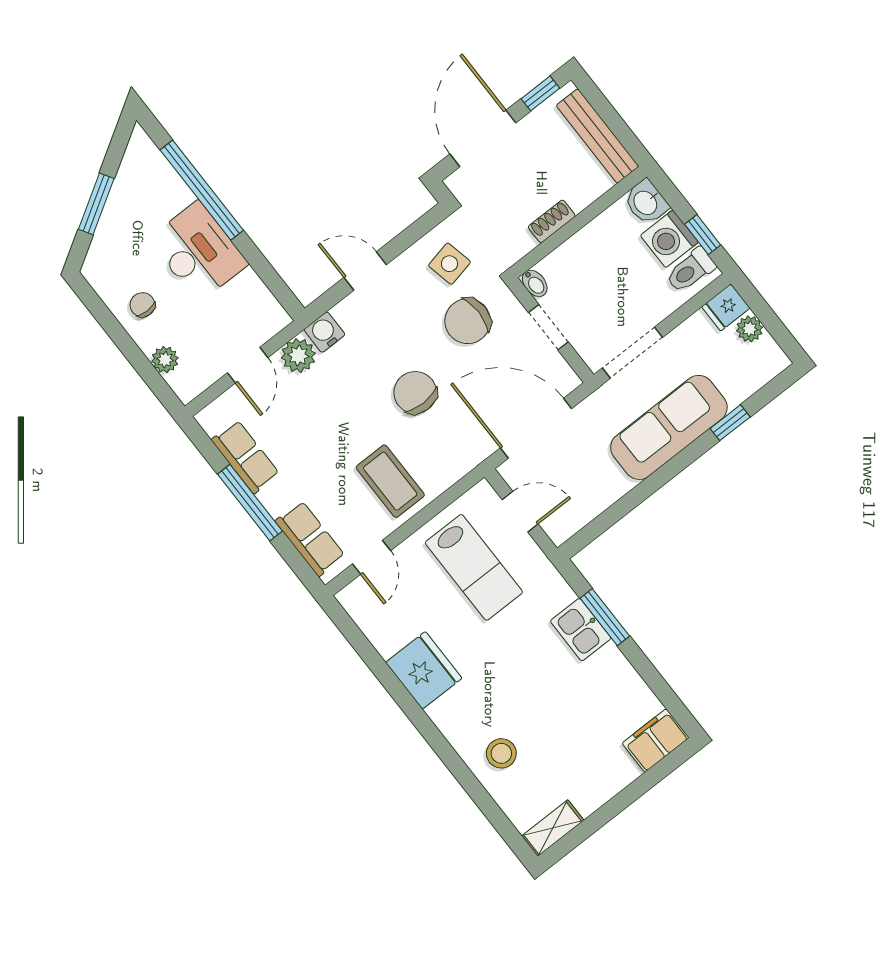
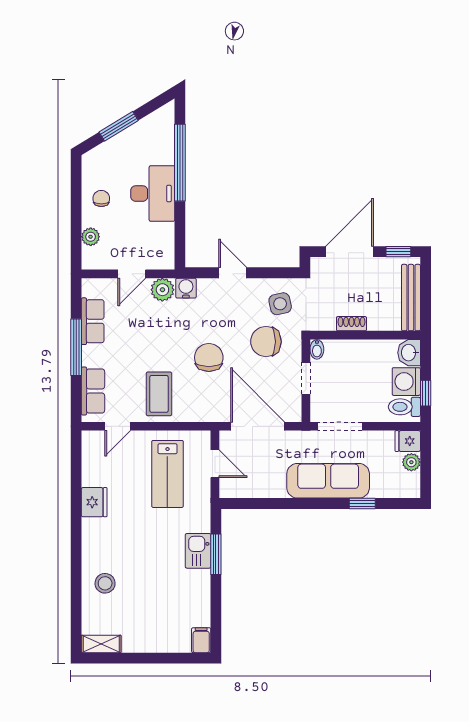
fridge: (424, 670) -> (94, 502), width x0.73, depth x0.75
filing cabinet: (656, 740) -> (201, 640), width x0.50

